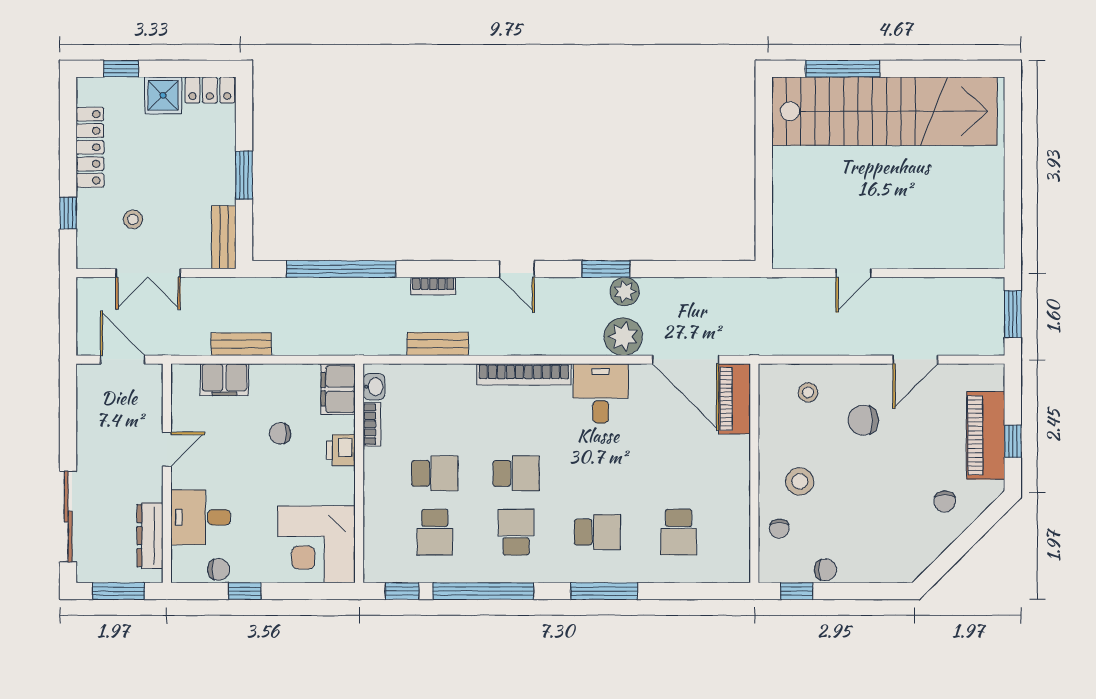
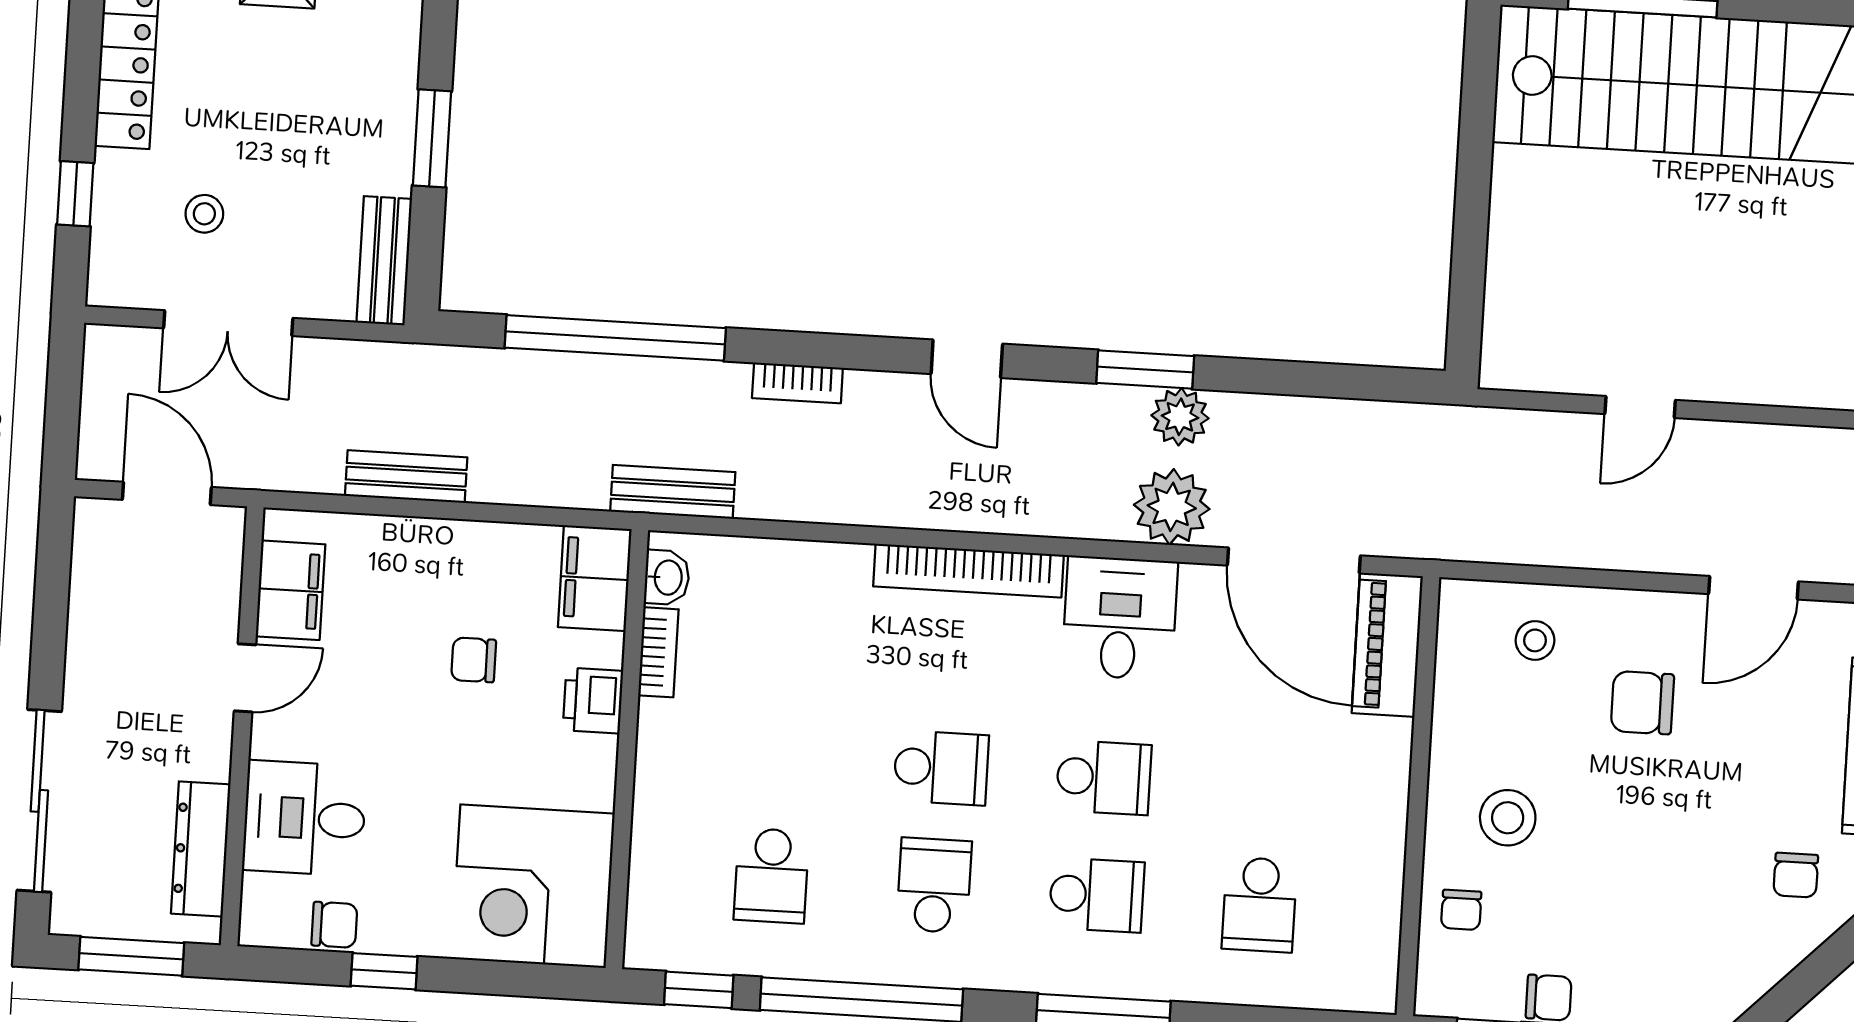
bench: (438, 344) -> (673, 492), moved
filing cabinet: (224, 380) -> (290, 590), moved, turned -90
school desk: (435, 473) -> (1104, 777), moved

